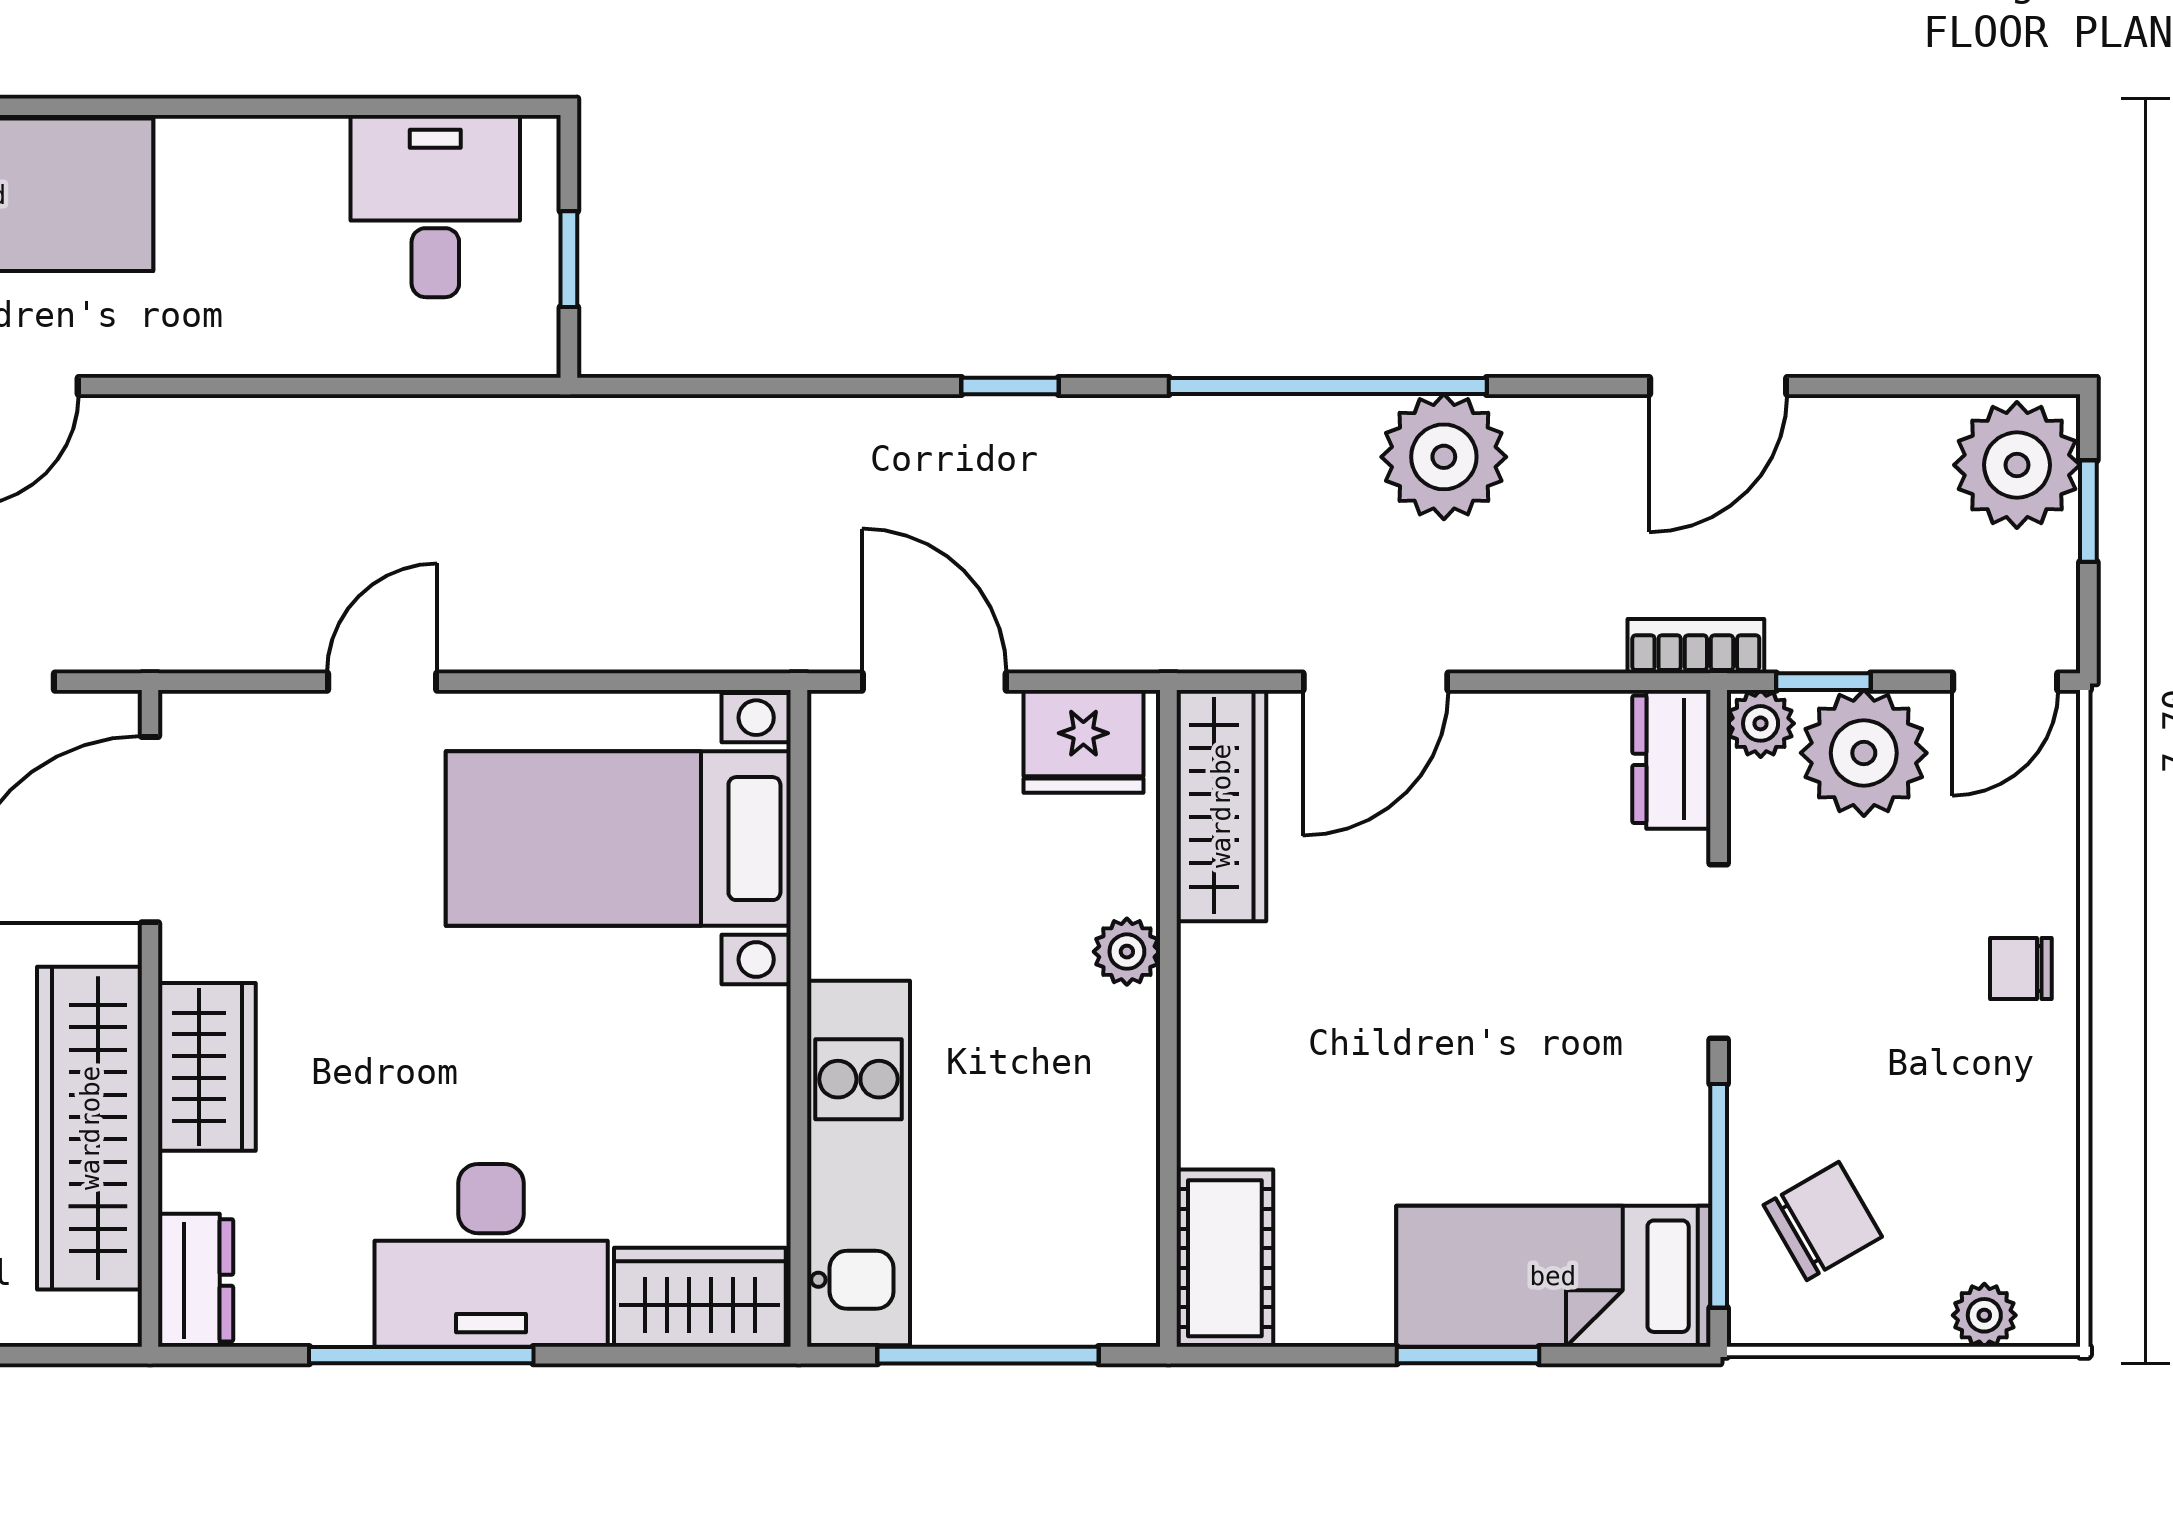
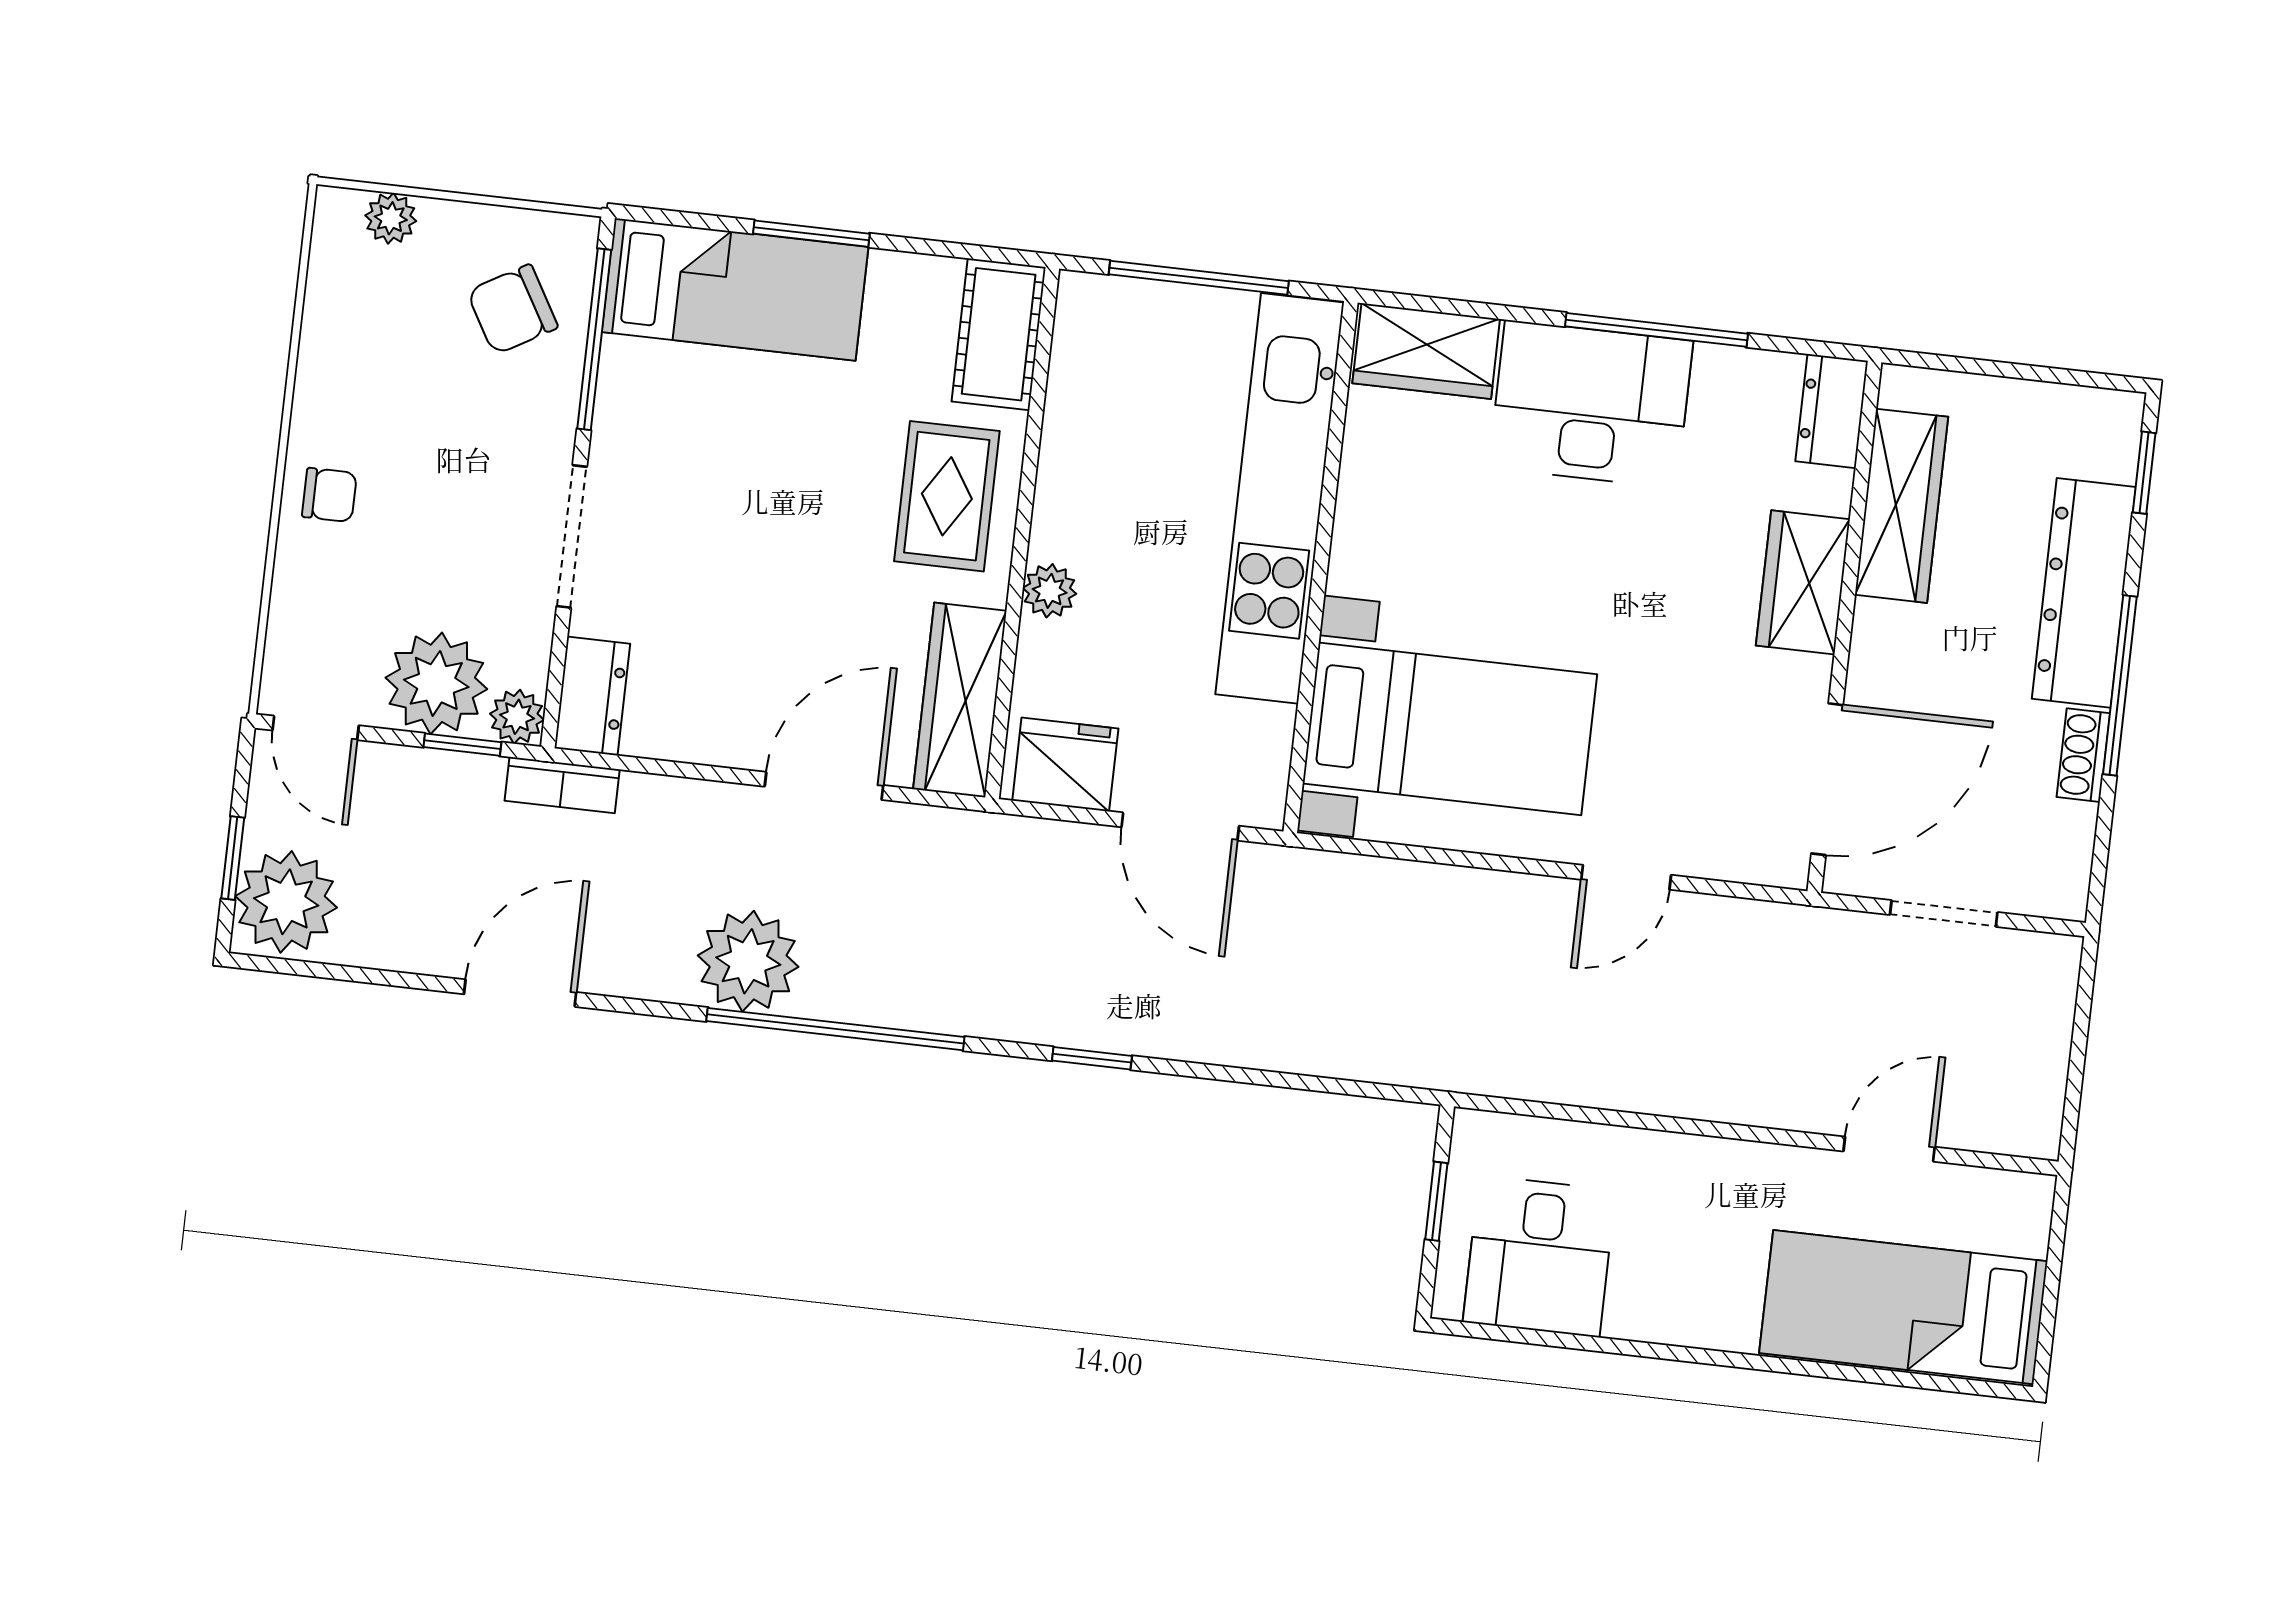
door: (2005, 682) -> (316, 728), swing flipped
rug: (1266, 1053) -> (947, 496), added
wardrobe: (90, 1128) -> (1901, 506), width x0.71, depth x0.85
kitchen unit: (858, 1163) -> (1280, 498), width x1.36

